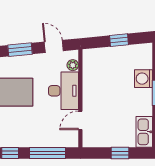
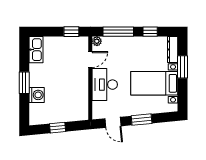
plant: (73, 65) -> (97, 41), moved
window: (120, 153) -> (71, 32), moved

